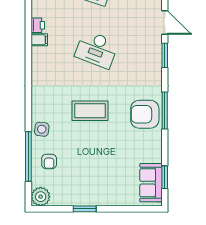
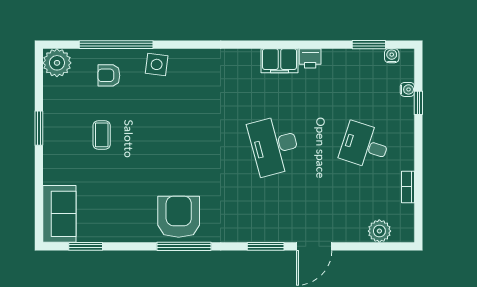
filing cabinet: (39, 40) -> (280, 61), width x2.00
desk: (97, 49) -> (274, 146), turned -36
coffee table: (90, 111) -> (102, 135), moved, width x0.54, depth x0.58
sofa: (151, 183) -> (59, 214), moved, turned 90

